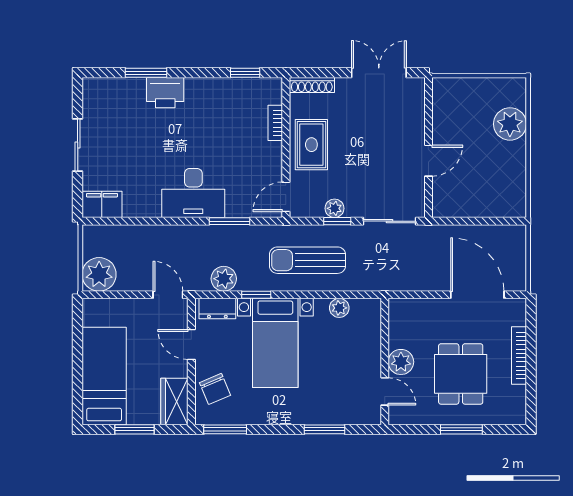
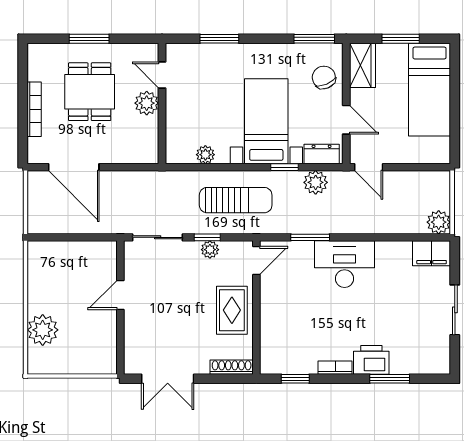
bookcase: (275, 123) -> (335, 368), moved, turned -90
plant: (99, 274) -> (439, 222), moved, width x0.73, depth x0.73

